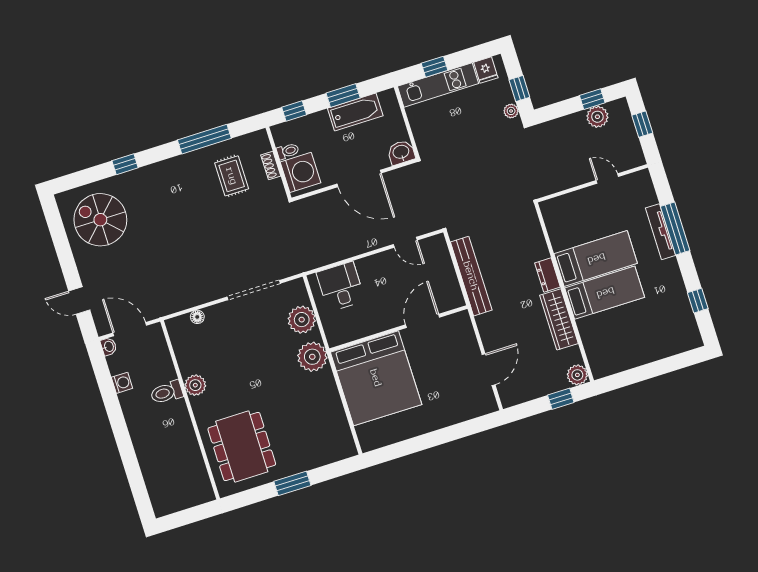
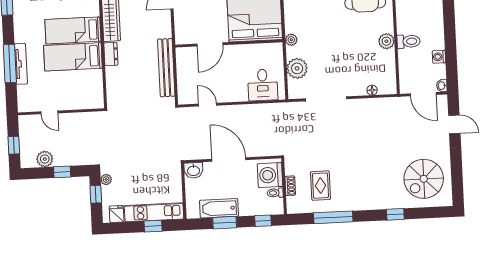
window: (592, 99) -> (62, 172), moved
spiral stairs: (100, 220) -> (424, 179), turned 90
plant: (312, 357) -> (291, 40), width x0.53, depth x0.53

